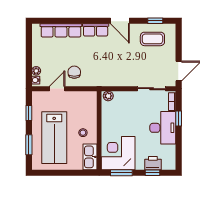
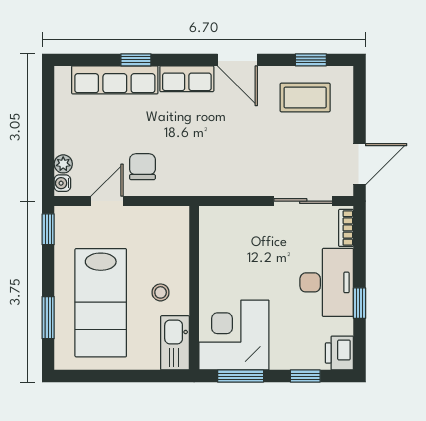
window: (71, 21) -> (136, 60), added
plant: (108, 96) -> (213, 216), removed
window: (29, 113) -> (48, 229), moved
window: (179, 119) -> (359, 303), moved
printer: (153, 163) -> (339, 353), moved, turned -90

